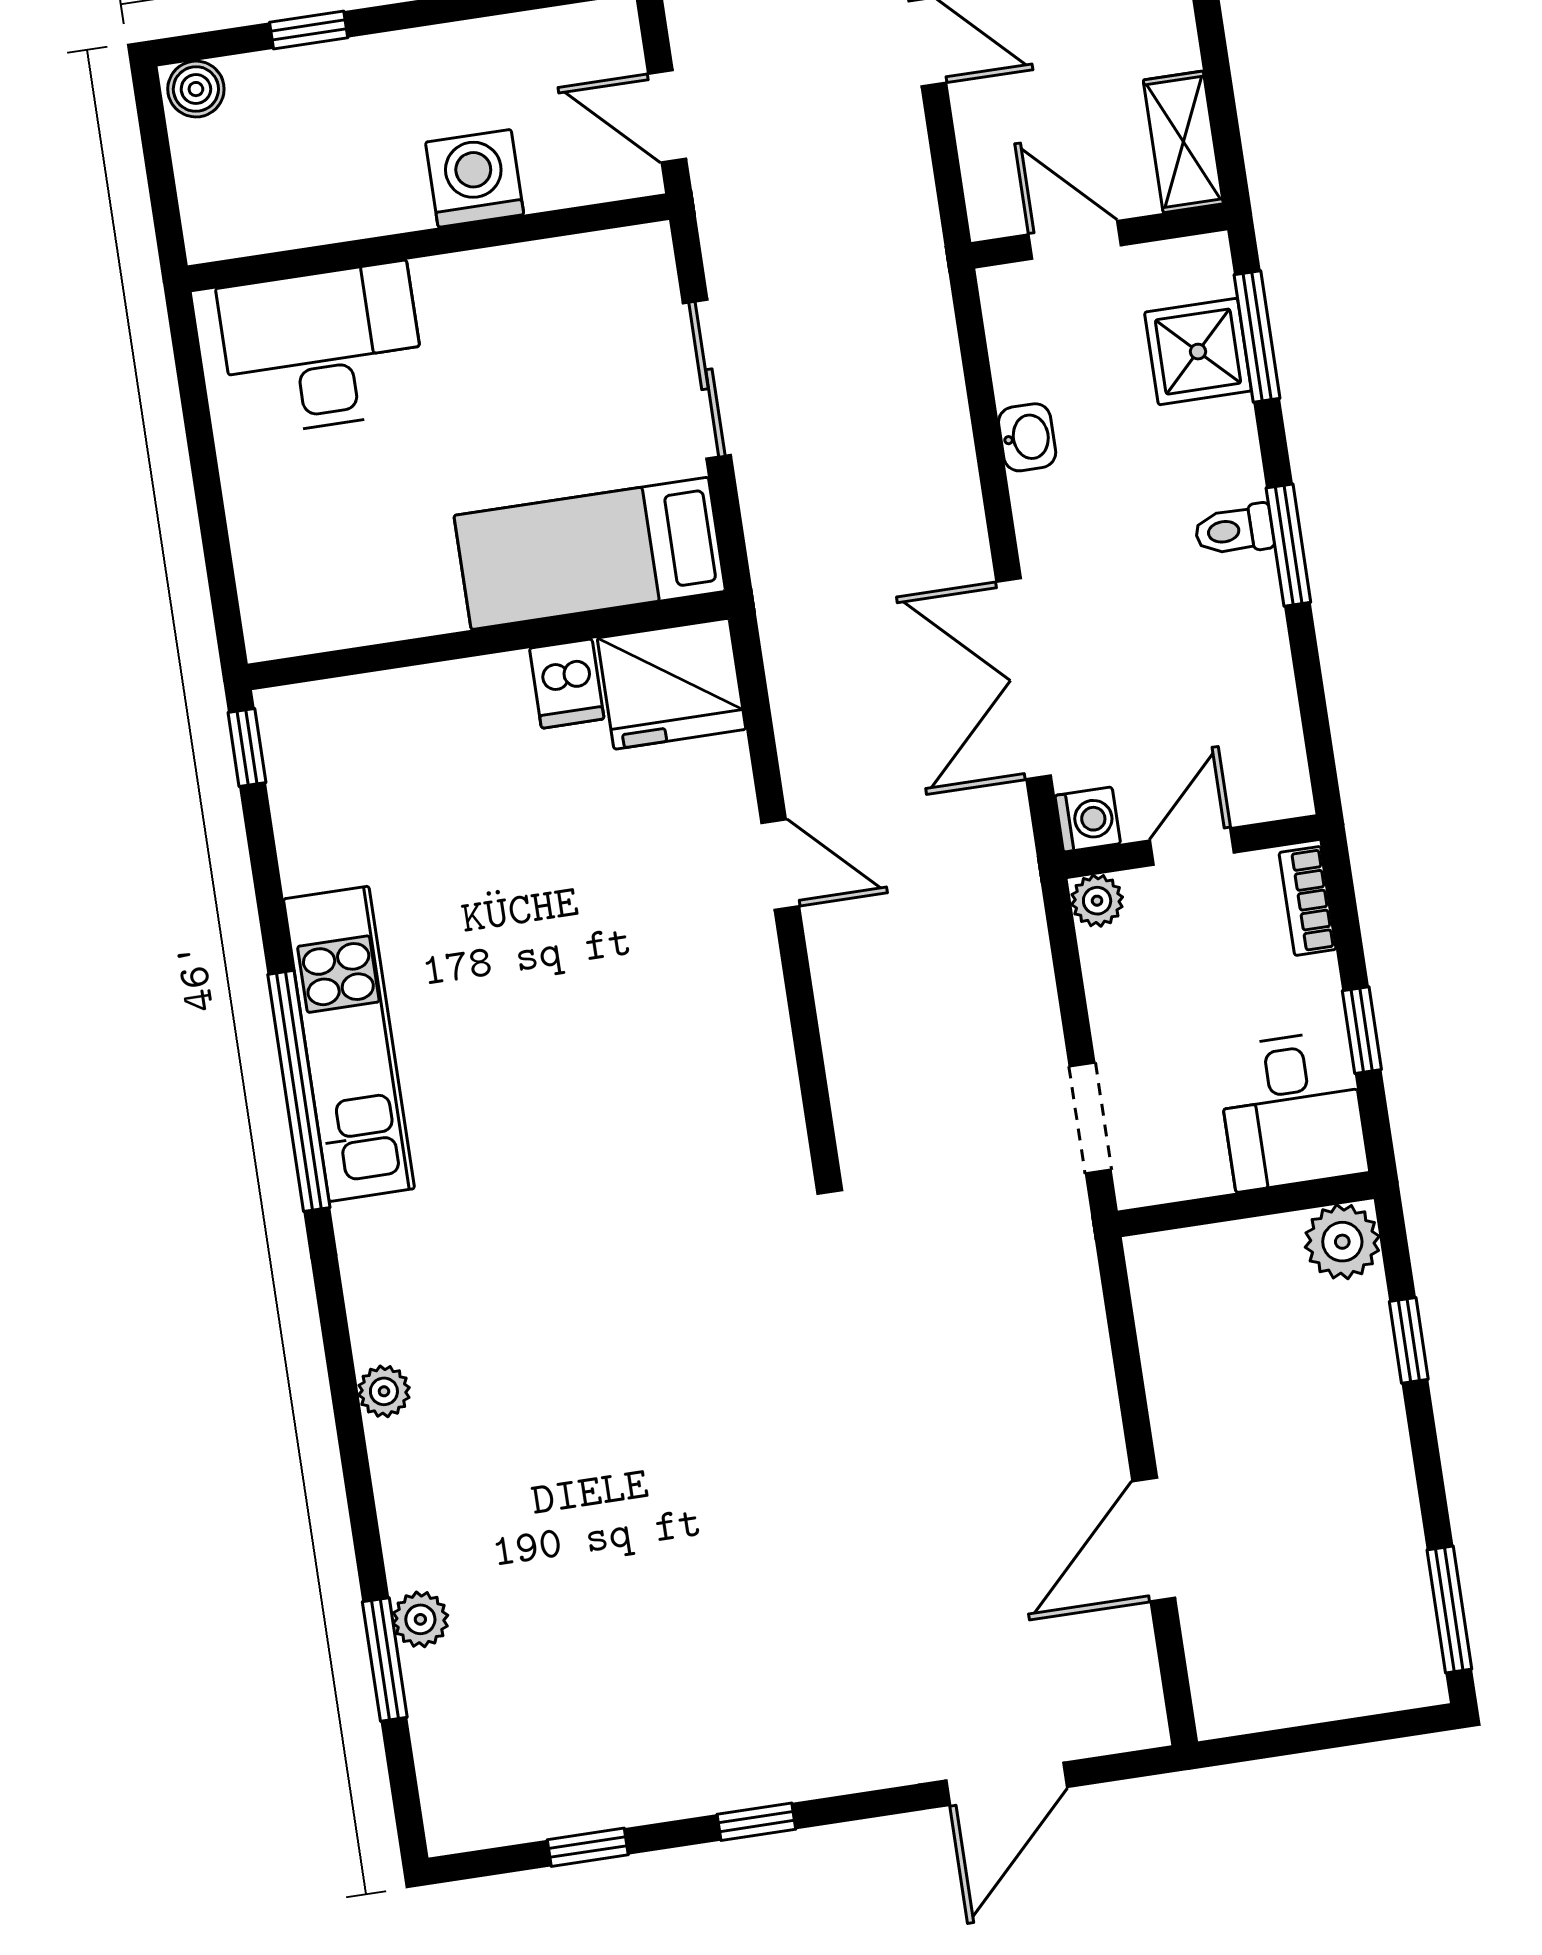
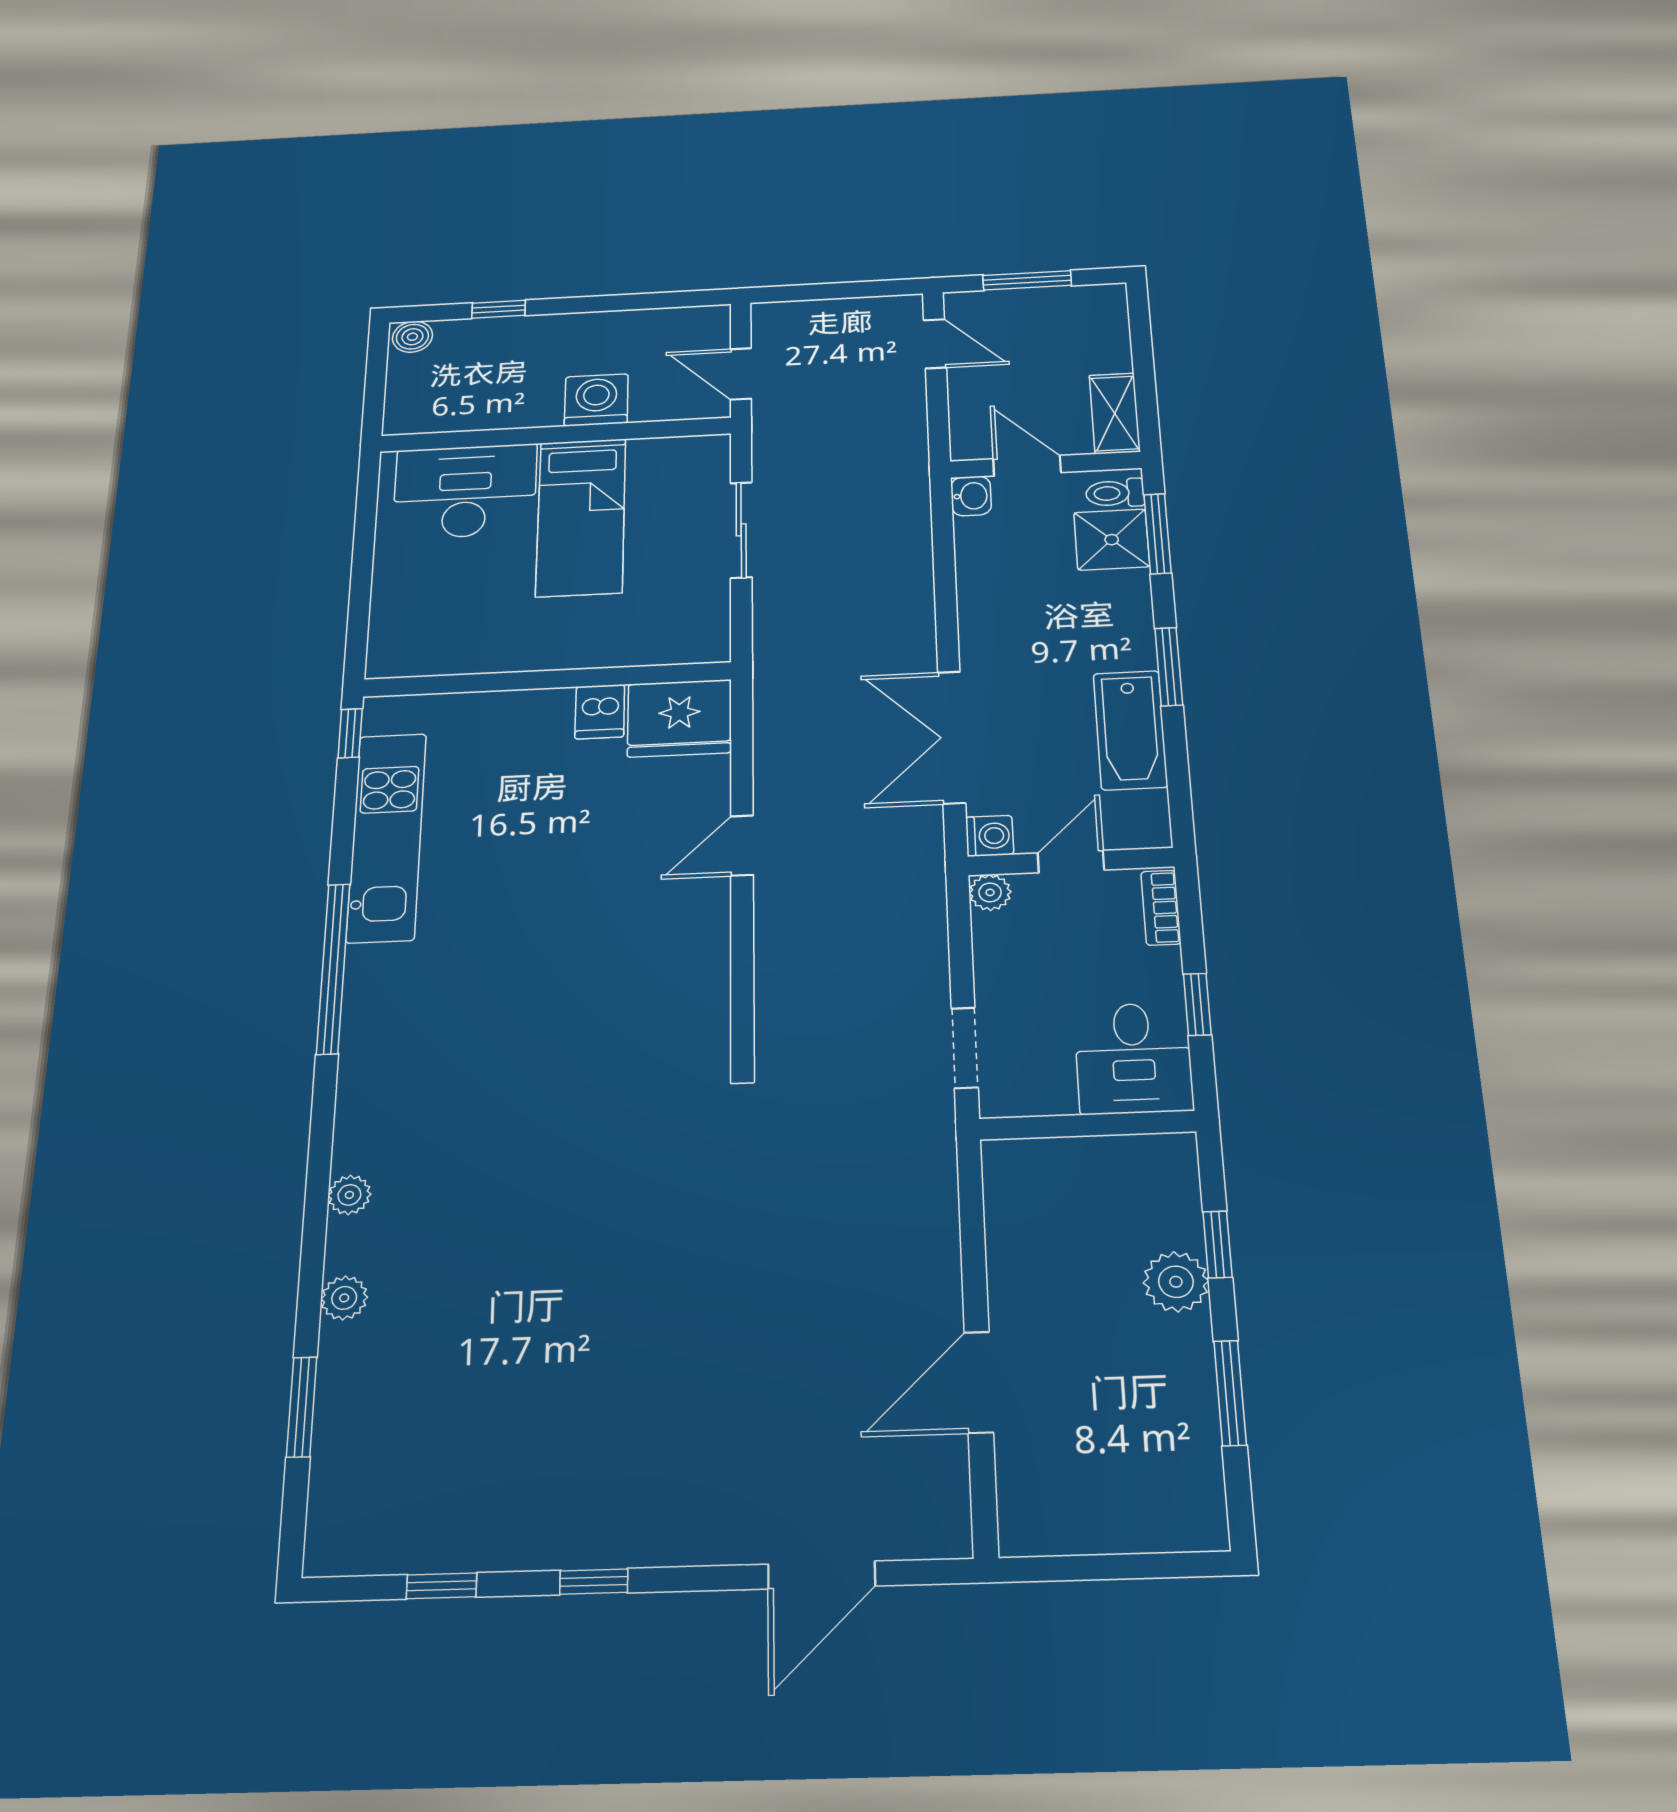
washbasin: (1027, 437) -> (971, 496), moved
toilet: (1234, 530) -> (1115, 493), moved
bed: (590, 553) -> (581, 517), moved, turned -90
bathtub: (1248, 646) -> (1130, 730), added
door: (780, 864) -> (742, 845), swing flipped
kitchen unit: (349, 1044) -> (387, 837), moved
plant: (1342, 1242) -> (1176, 1282), moved
window: (1449, 1610) -> (1230, 1393), moved
plant: (420, 1619) -> (344, 1298), moved

